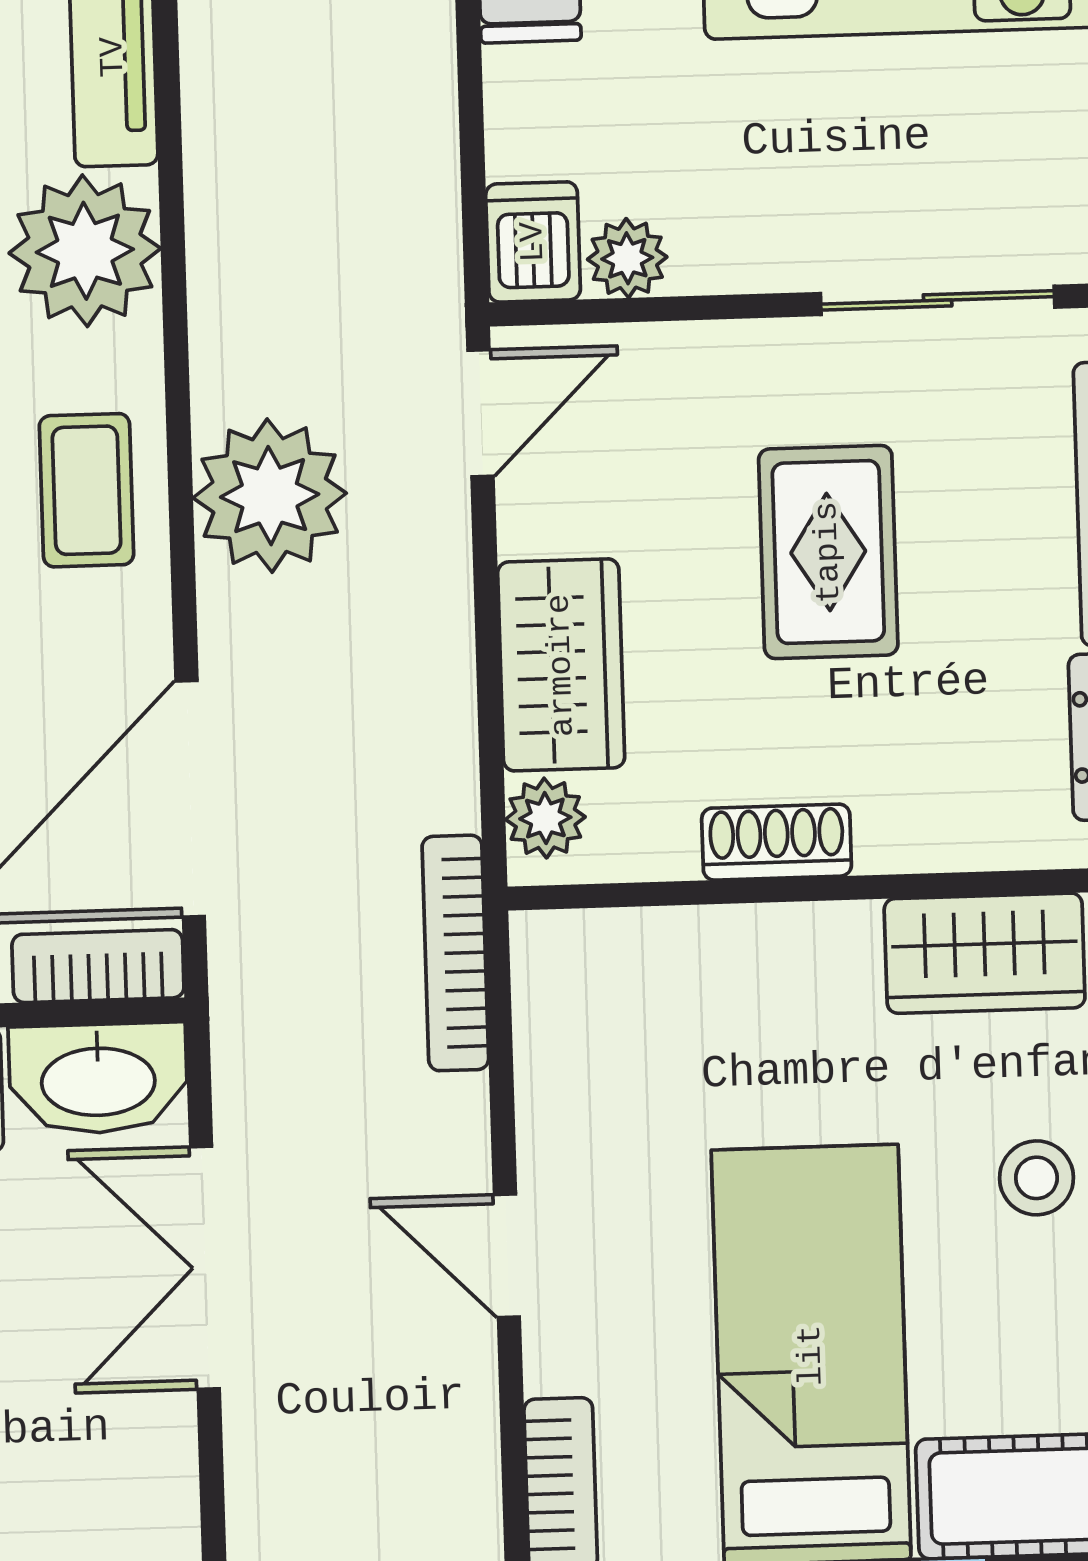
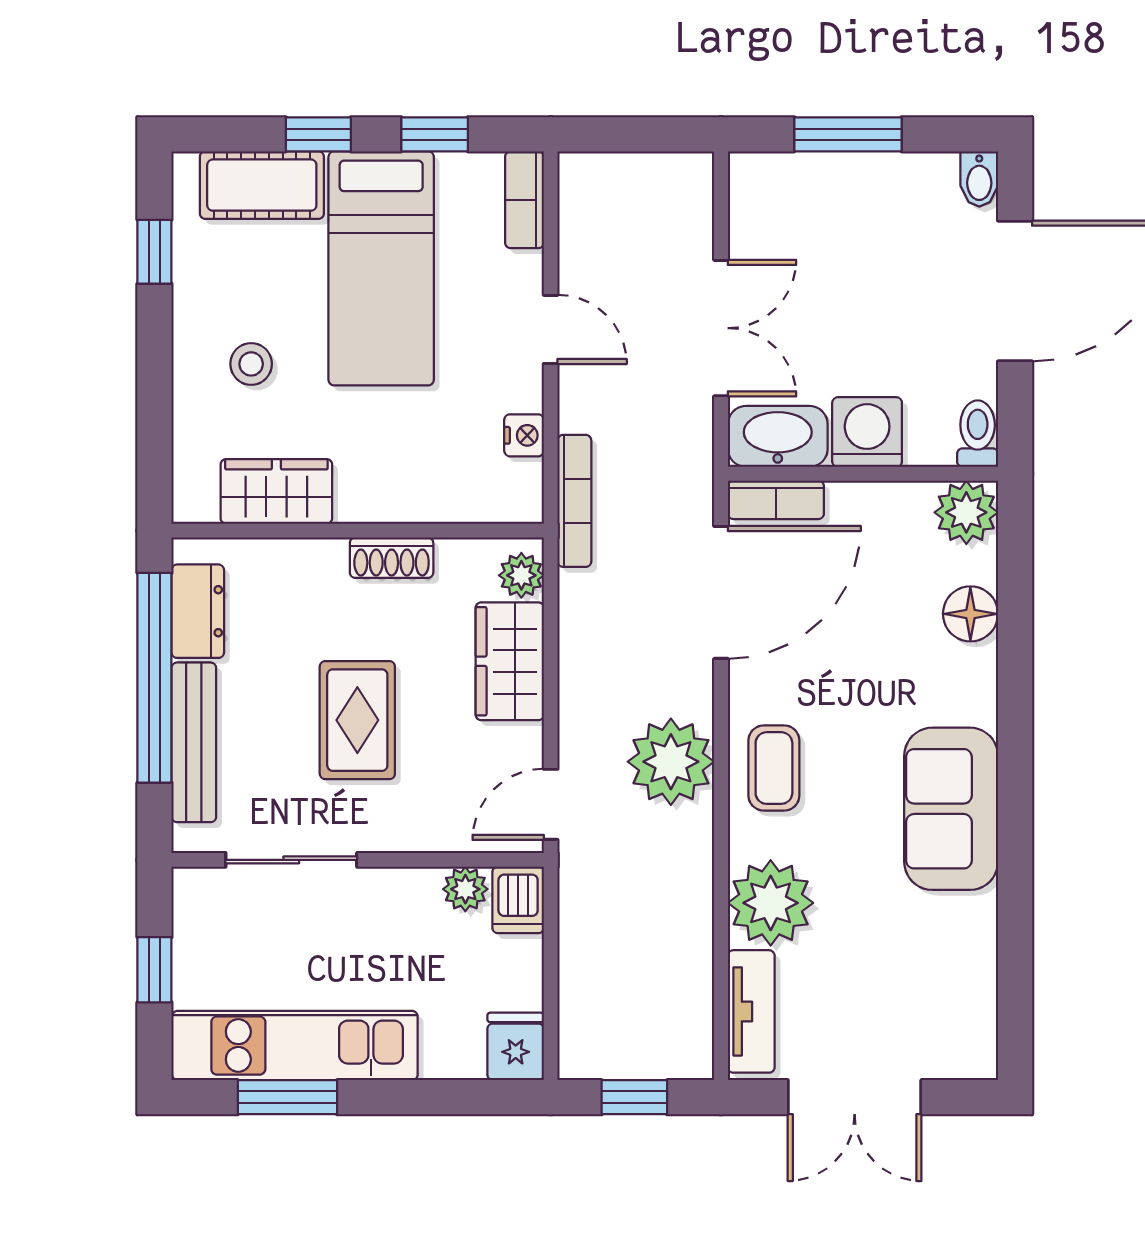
nightstand: (548, 1066) -> (524, 435), added

